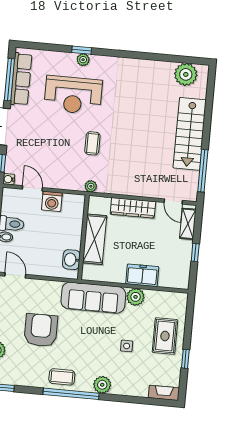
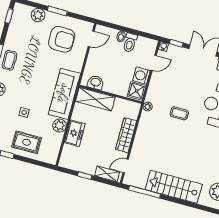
shower: (73, 204) -> (137, 91), added
shelving: (95, 239) -> (95, 99), moved
armchair: (41, 330) -> (62, 39), moved

